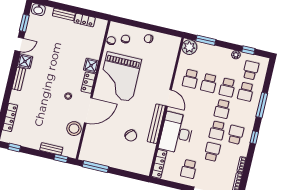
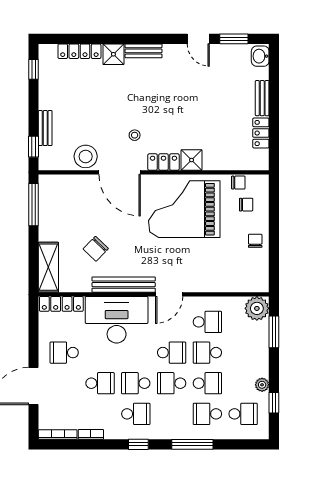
shower: (25, 61) -> (113, 54), moved
school desk: (190, 79) -> (207, 322), turned 180
school desk: (227, 87) -> (207, 383), turned 180
school desk: (204, 105) -> (172, 353), added
shelving: (135, 166) -> (48, 267), added

